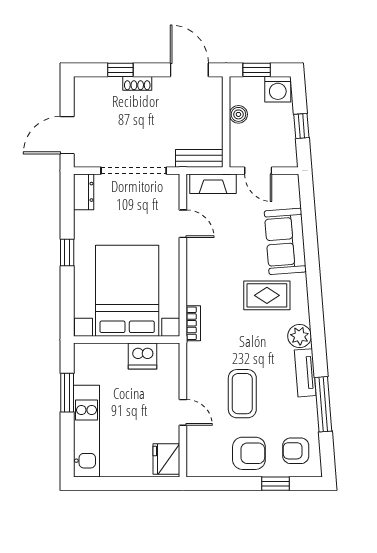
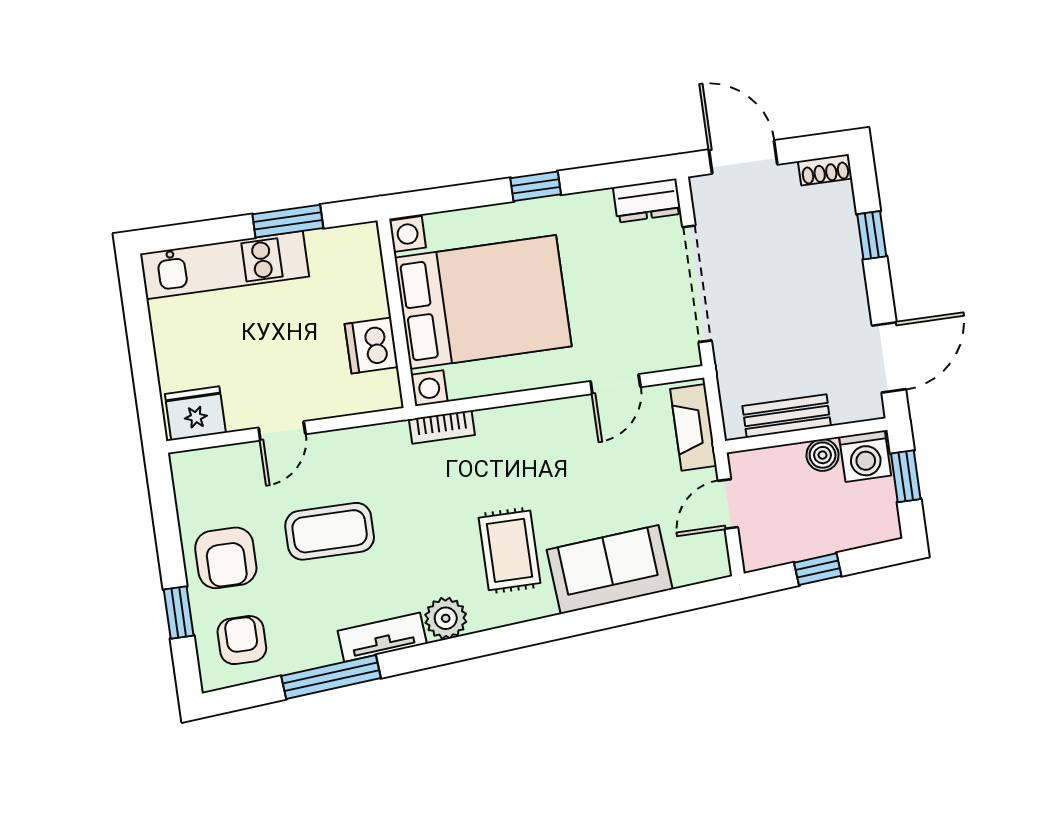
shoe rack: (137, 83) -> (825, 170), moved, turned -90
washing machine: (278, 89) -> (865, 456), moved, turned -90
bench: (199, 158) -> (787, 416), moved, turned 90

